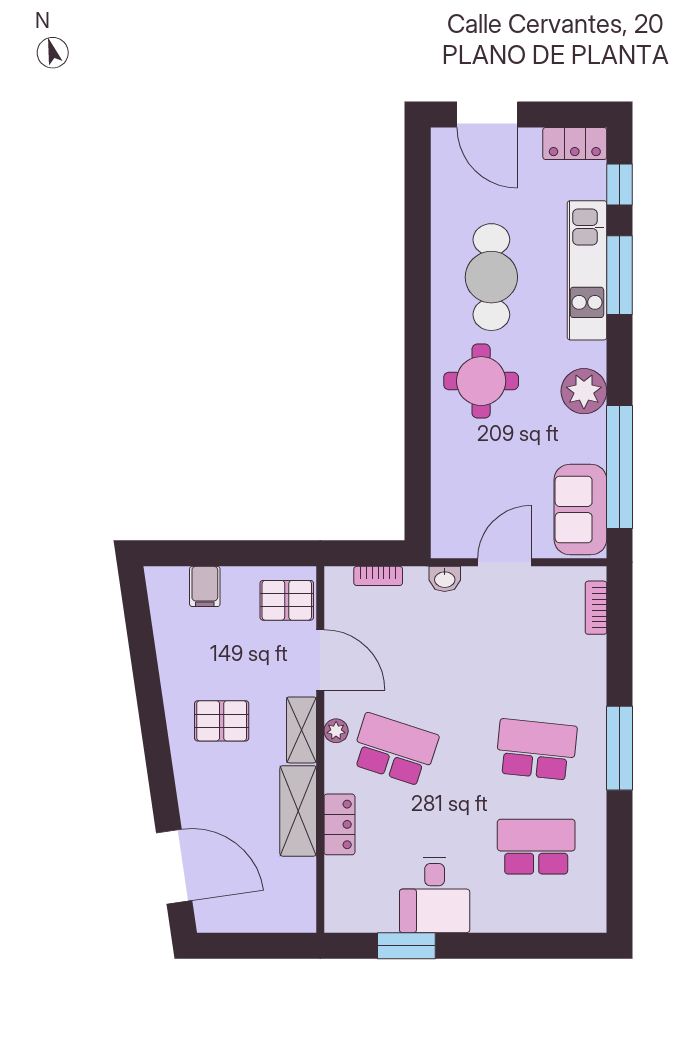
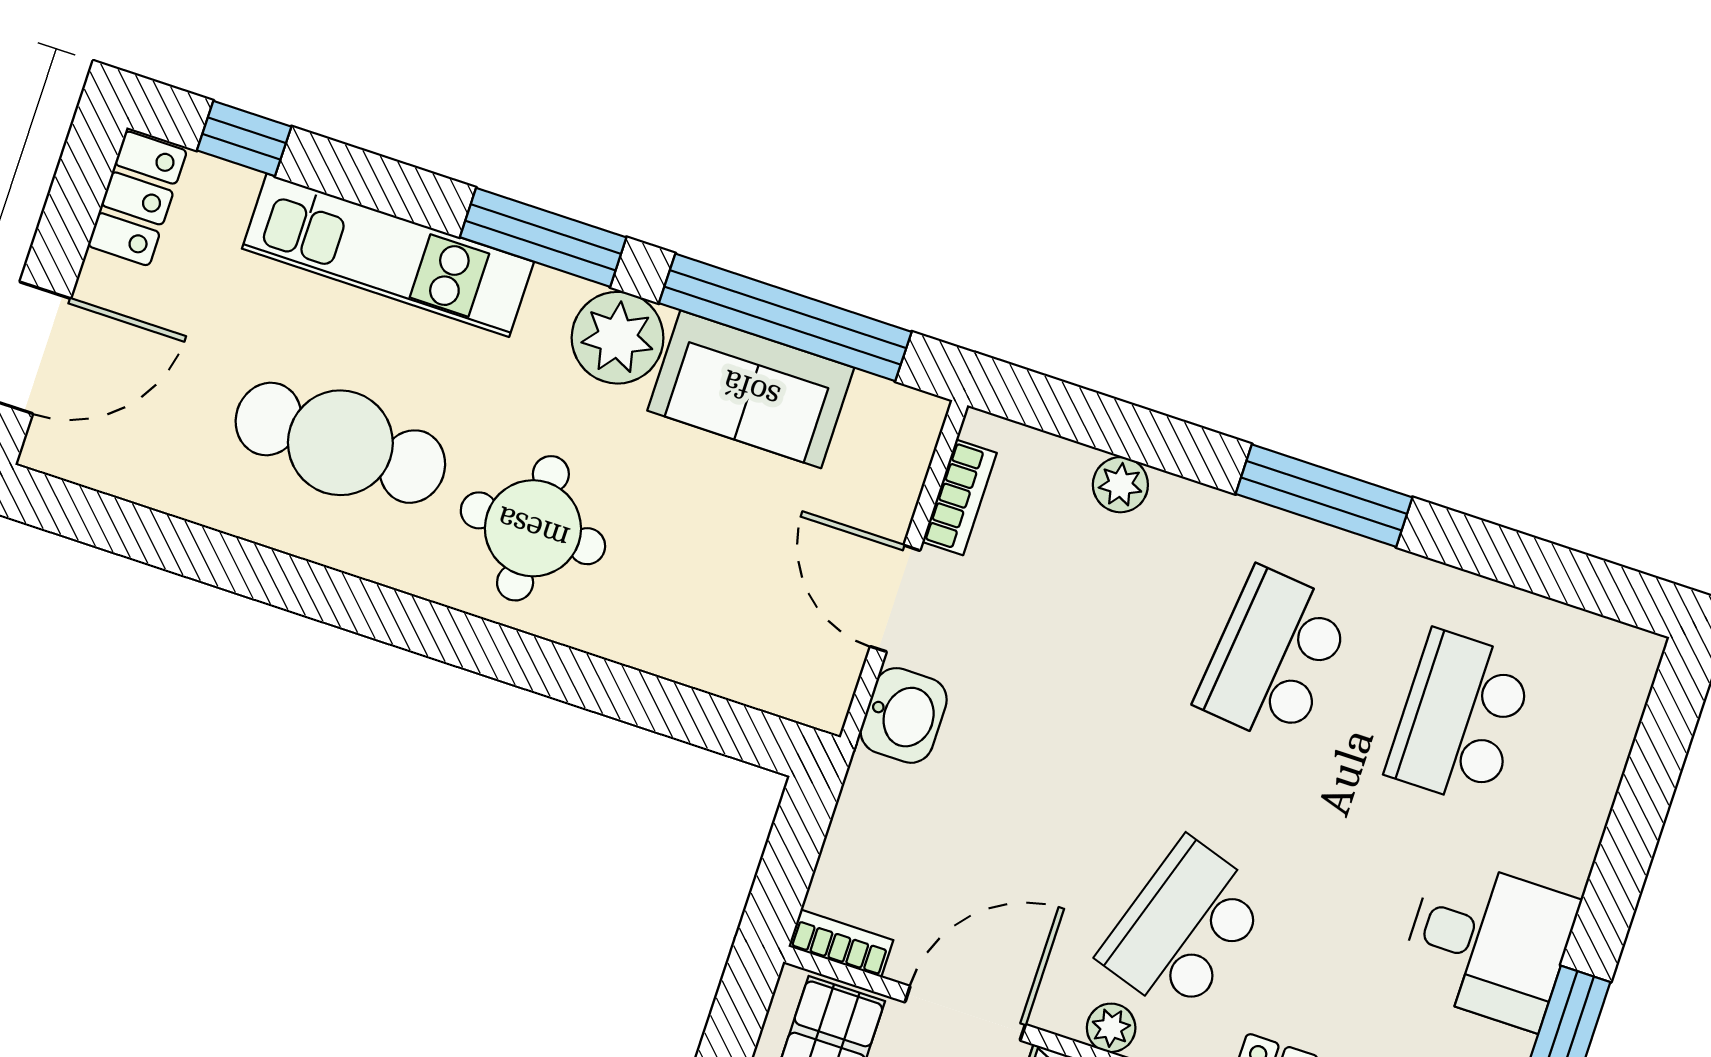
window: (620, 275) -> (543, 237), moved
sofa: (580, 509) -> (751, 389), moved
bookcase: (378, 576) -> (841, 943), moved, turned -90
washbasin: (445, 579) -> (904, 715), width x1.38, depth x1.45
bookcase: (596, 608) -> (960, 497), moved, turned -90
plant: (593, 651) -> (1120, 485), added

